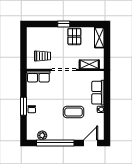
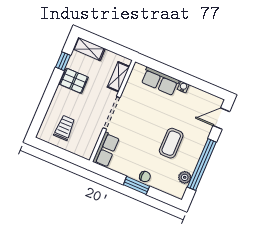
window: (64, 24) -> (63, 61), moved
trolley: (43, 56) -> (64, 128), moved
coffee table: (74, 112) -> (171, 143), moved
door: (91, 143) -> (221, 119), hinge flipped

